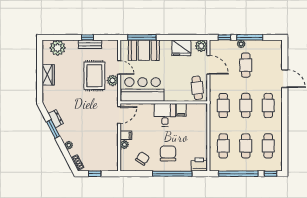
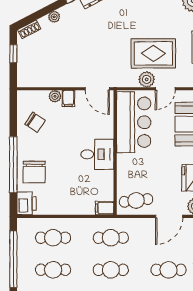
filing cabinet: (181, 110) -> (105, 208), moved
chair: (168, 153) -> (34, 172), moved, turned 90

